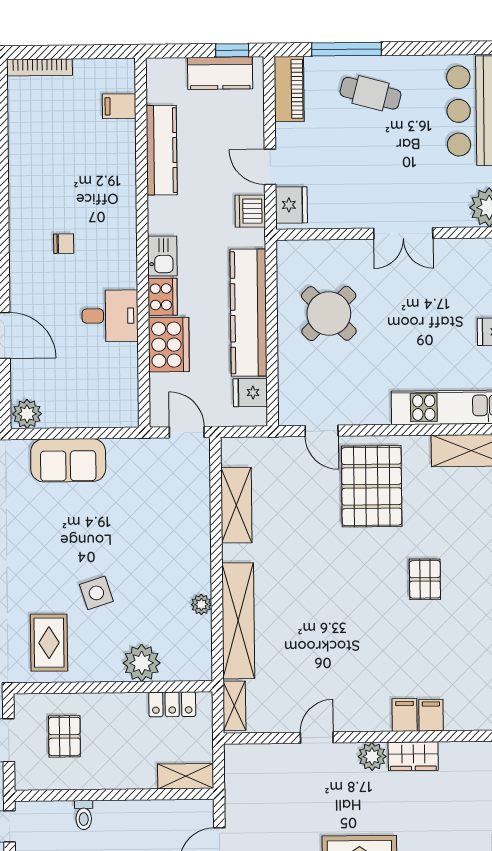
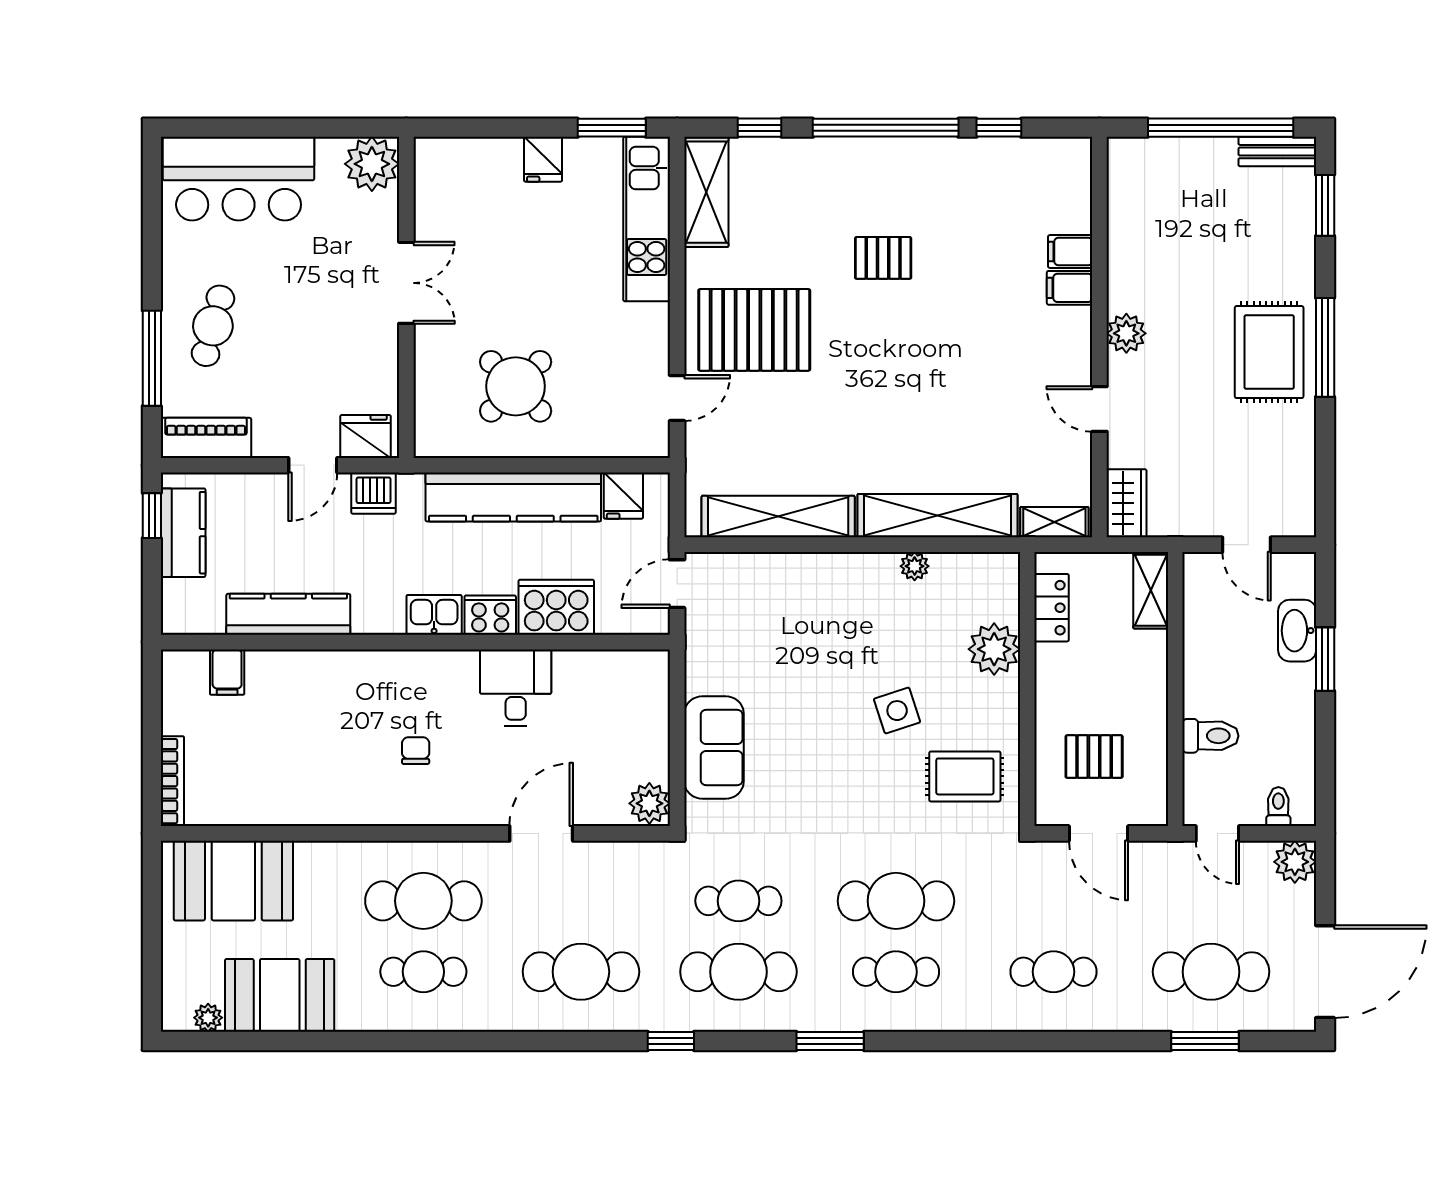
shelving: (236, 505) -> (778, 517), width x1.47
wardrobe: (413, 756) -> (1126, 503), moved
toilet: (84, 815) -> (1210, 736), width x1.37, depth x1.39

